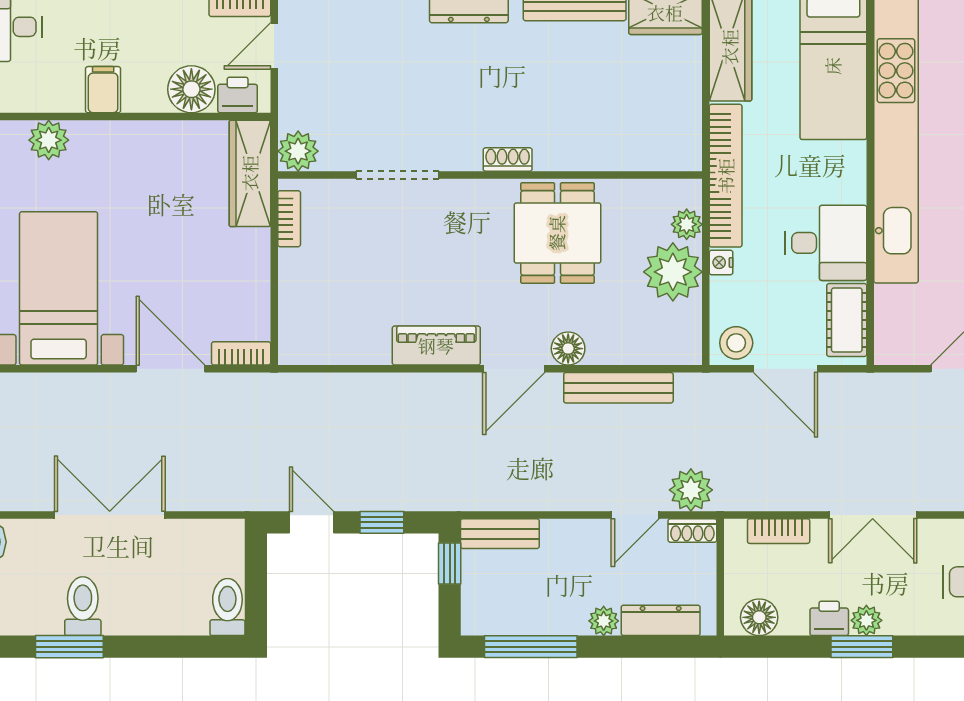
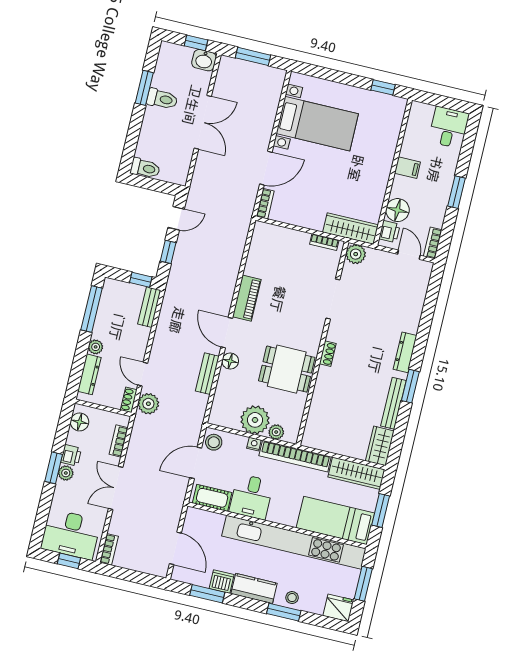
plant: (49, 140) -> (389, 136), removed
bench: (618, 388) -> (207, 374), width x0.73

